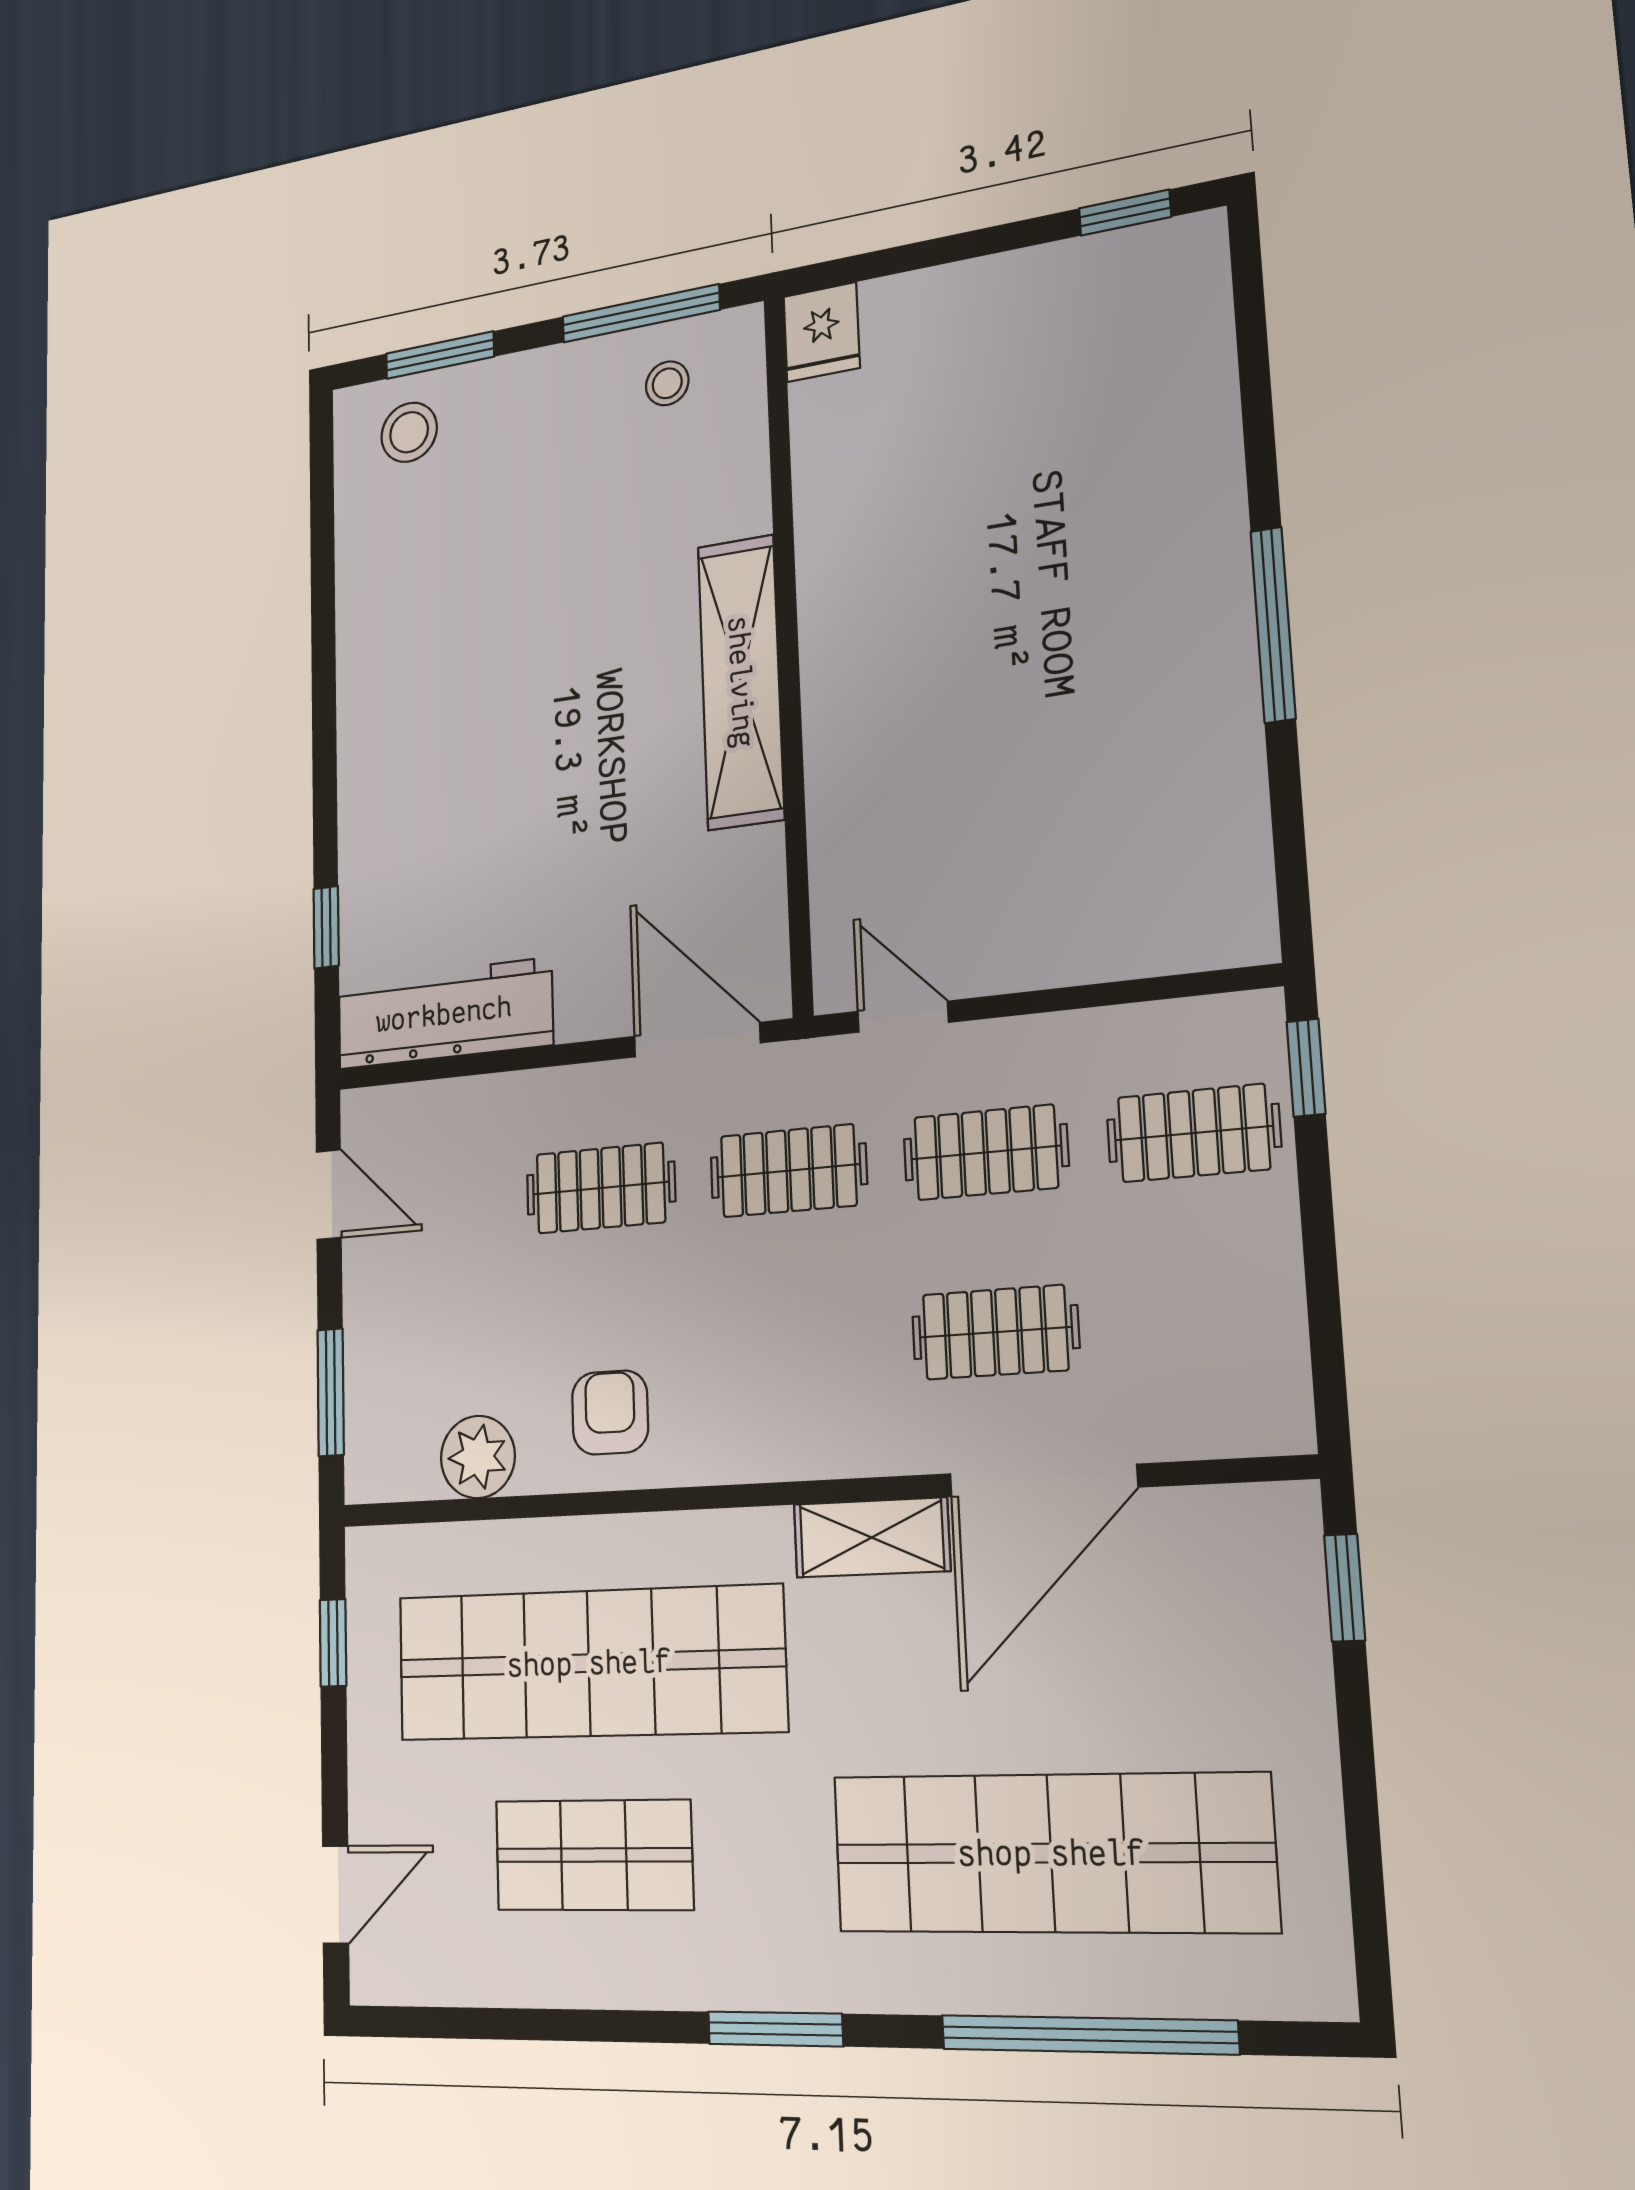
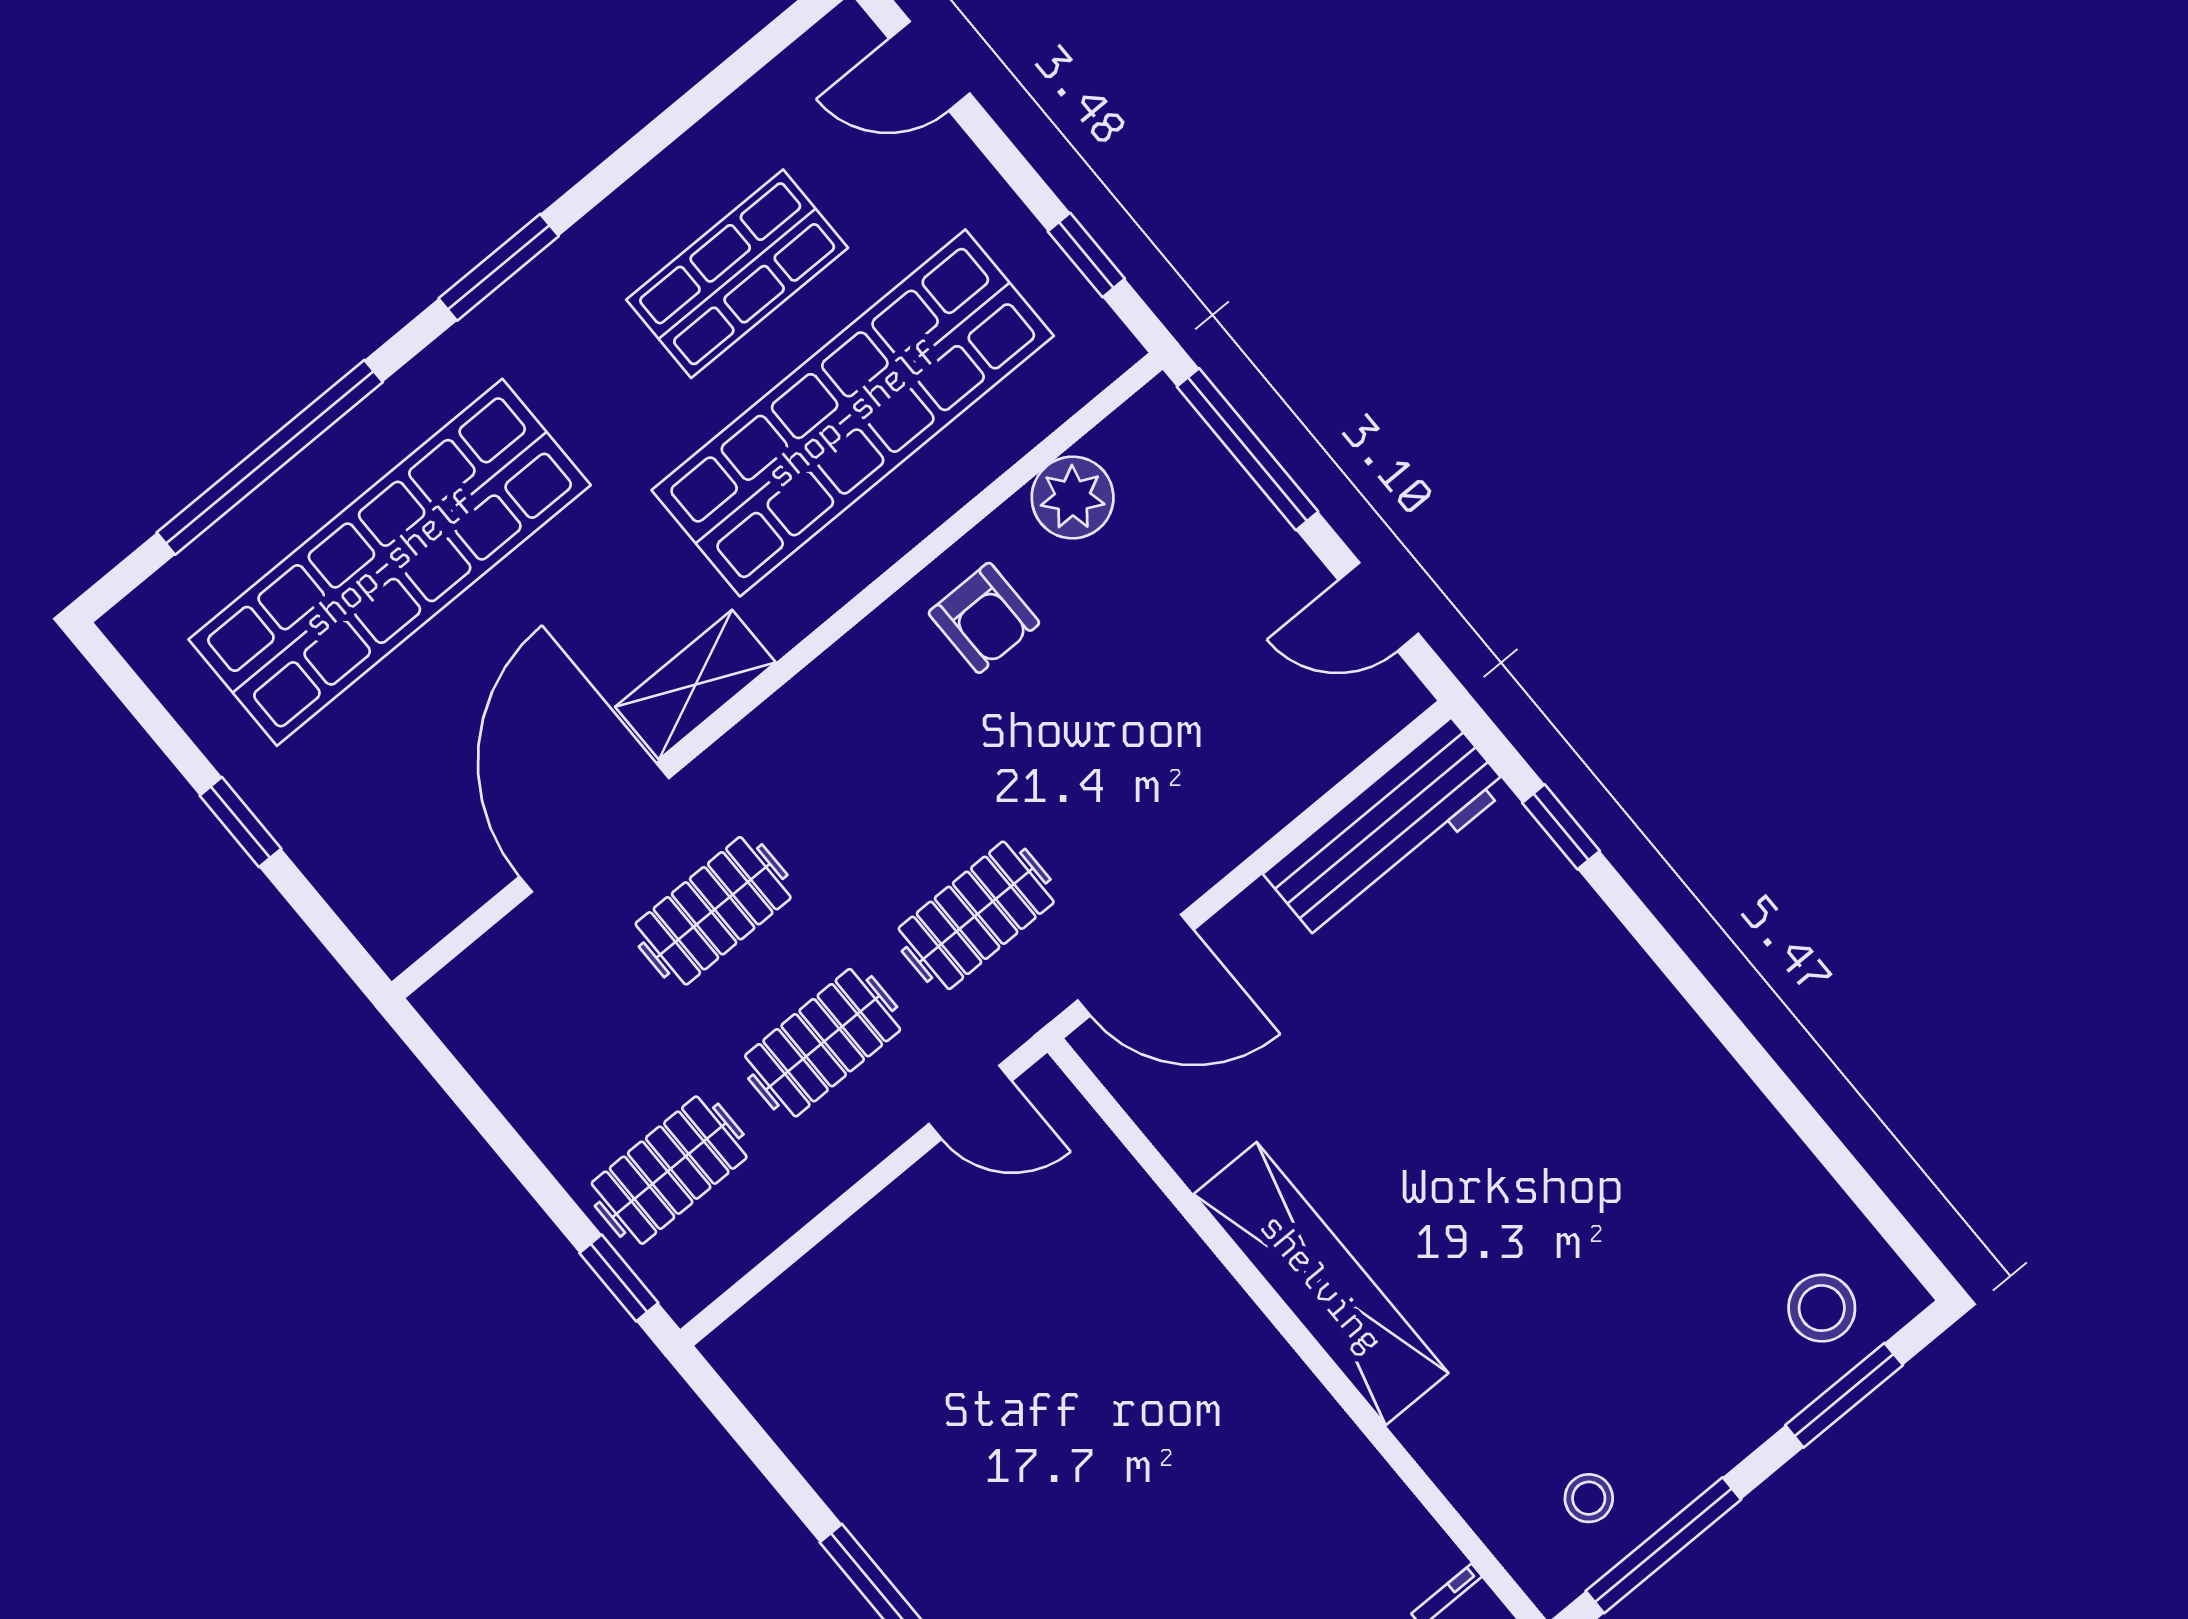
clothes rail: (601, 1188) -> (1130, 788), removed
window: (331, 1392) -> (1248, 449), width x1.44
window: (1345, 1588) -> (240, 822), moved
door: (335, 1895) -> (929, 66), hinge flipped

